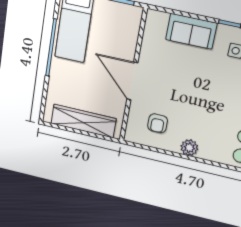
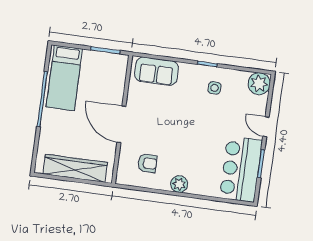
sofa: (191, 31) -> (156, 71), moved
armchair: (158, 123) -> (147, 163), turned -90

